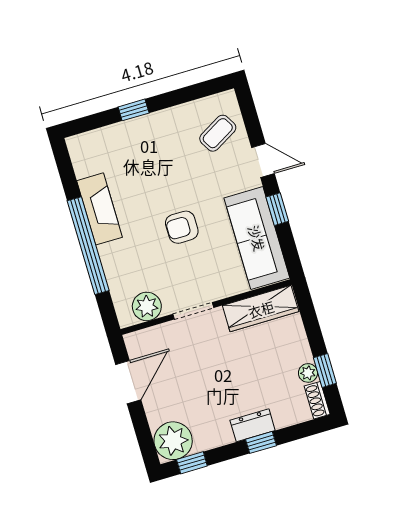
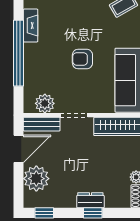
fireplace: (100, 209) -> (31, 26), width x0.73, depth x0.76
bench: (151, 337) -> (42, 124), added
plant: (173, 441) -> (36, 179), moved

